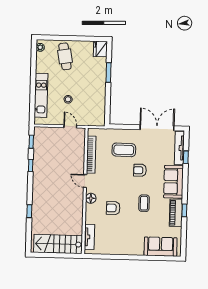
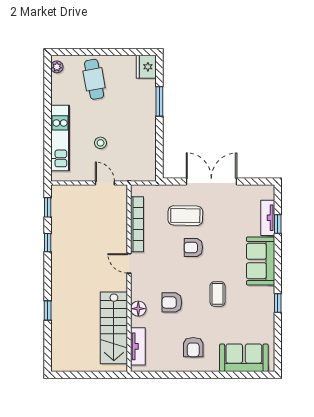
double door: (157, 128) -> (211, 181), moved
tv unit: (179, 148) -> (268, 218), width x0.71
armchair: (140, 170) -> (193, 247), moved
floor lamp: (91, 198) -> (138, 309), moved
piano: (176, 213) -> (265, 307), removed
armchair: (127, 238) -> (193, 347), added
stairs: (58, 244) -> (114, 328), moved, turned -90

